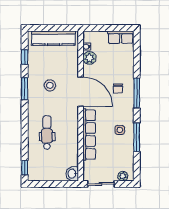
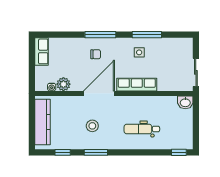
row of seats: (89, 135) -> (137, 85), width x0.73
plant: (123, 176) -> (188, 49), removed

